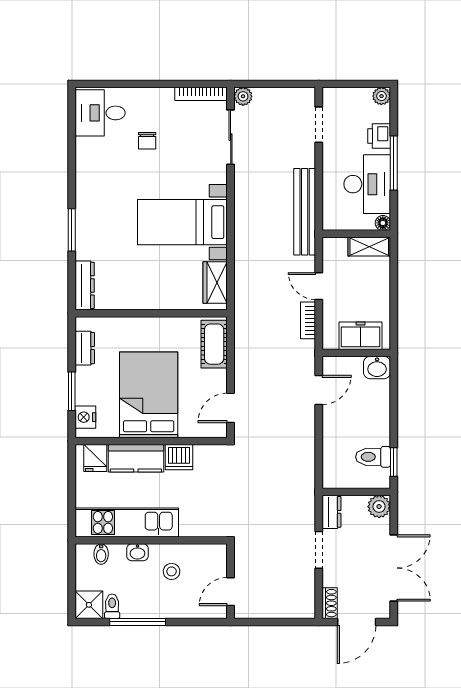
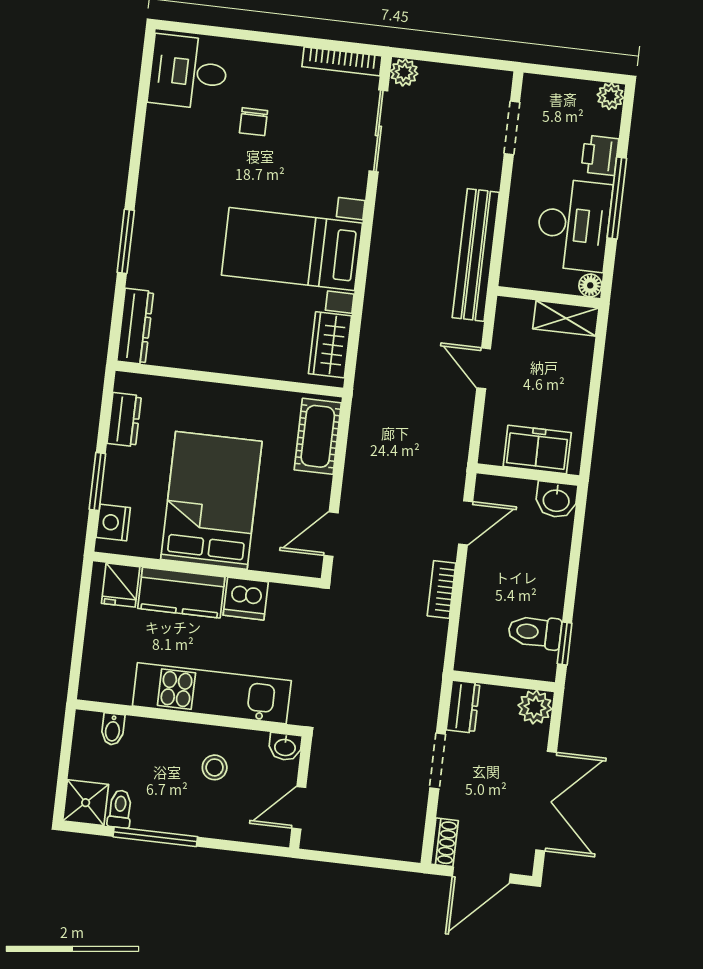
bookcase: (308, 320) -> (441, 589), moved
kitchen unit: (127, 522) -> (212, 693), moved
washbasin: (137, 552) -> (285, 747), moved

